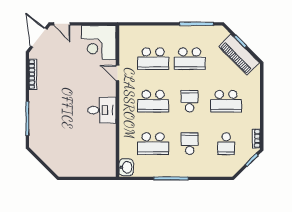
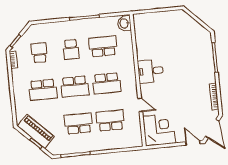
school desk: (153, 101) -> (107, 83), turned 180
school desk: (190, 101) -> (75, 87), width x1.85
school desk: (226, 101) -> (43, 90), turned 180

